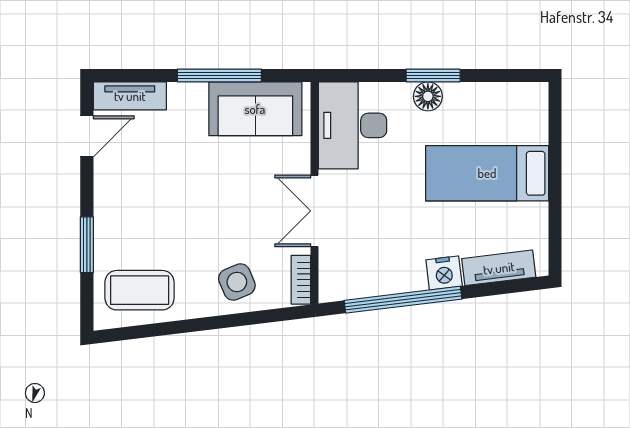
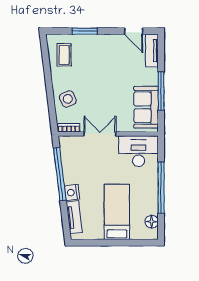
window: (433, 75) -> (161, 188), width x2.11
floor lamp: (428, 96) -> (152, 222), moved
coffee table: (140, 290) -> (64, 55), width x0.73, depth x0.77

